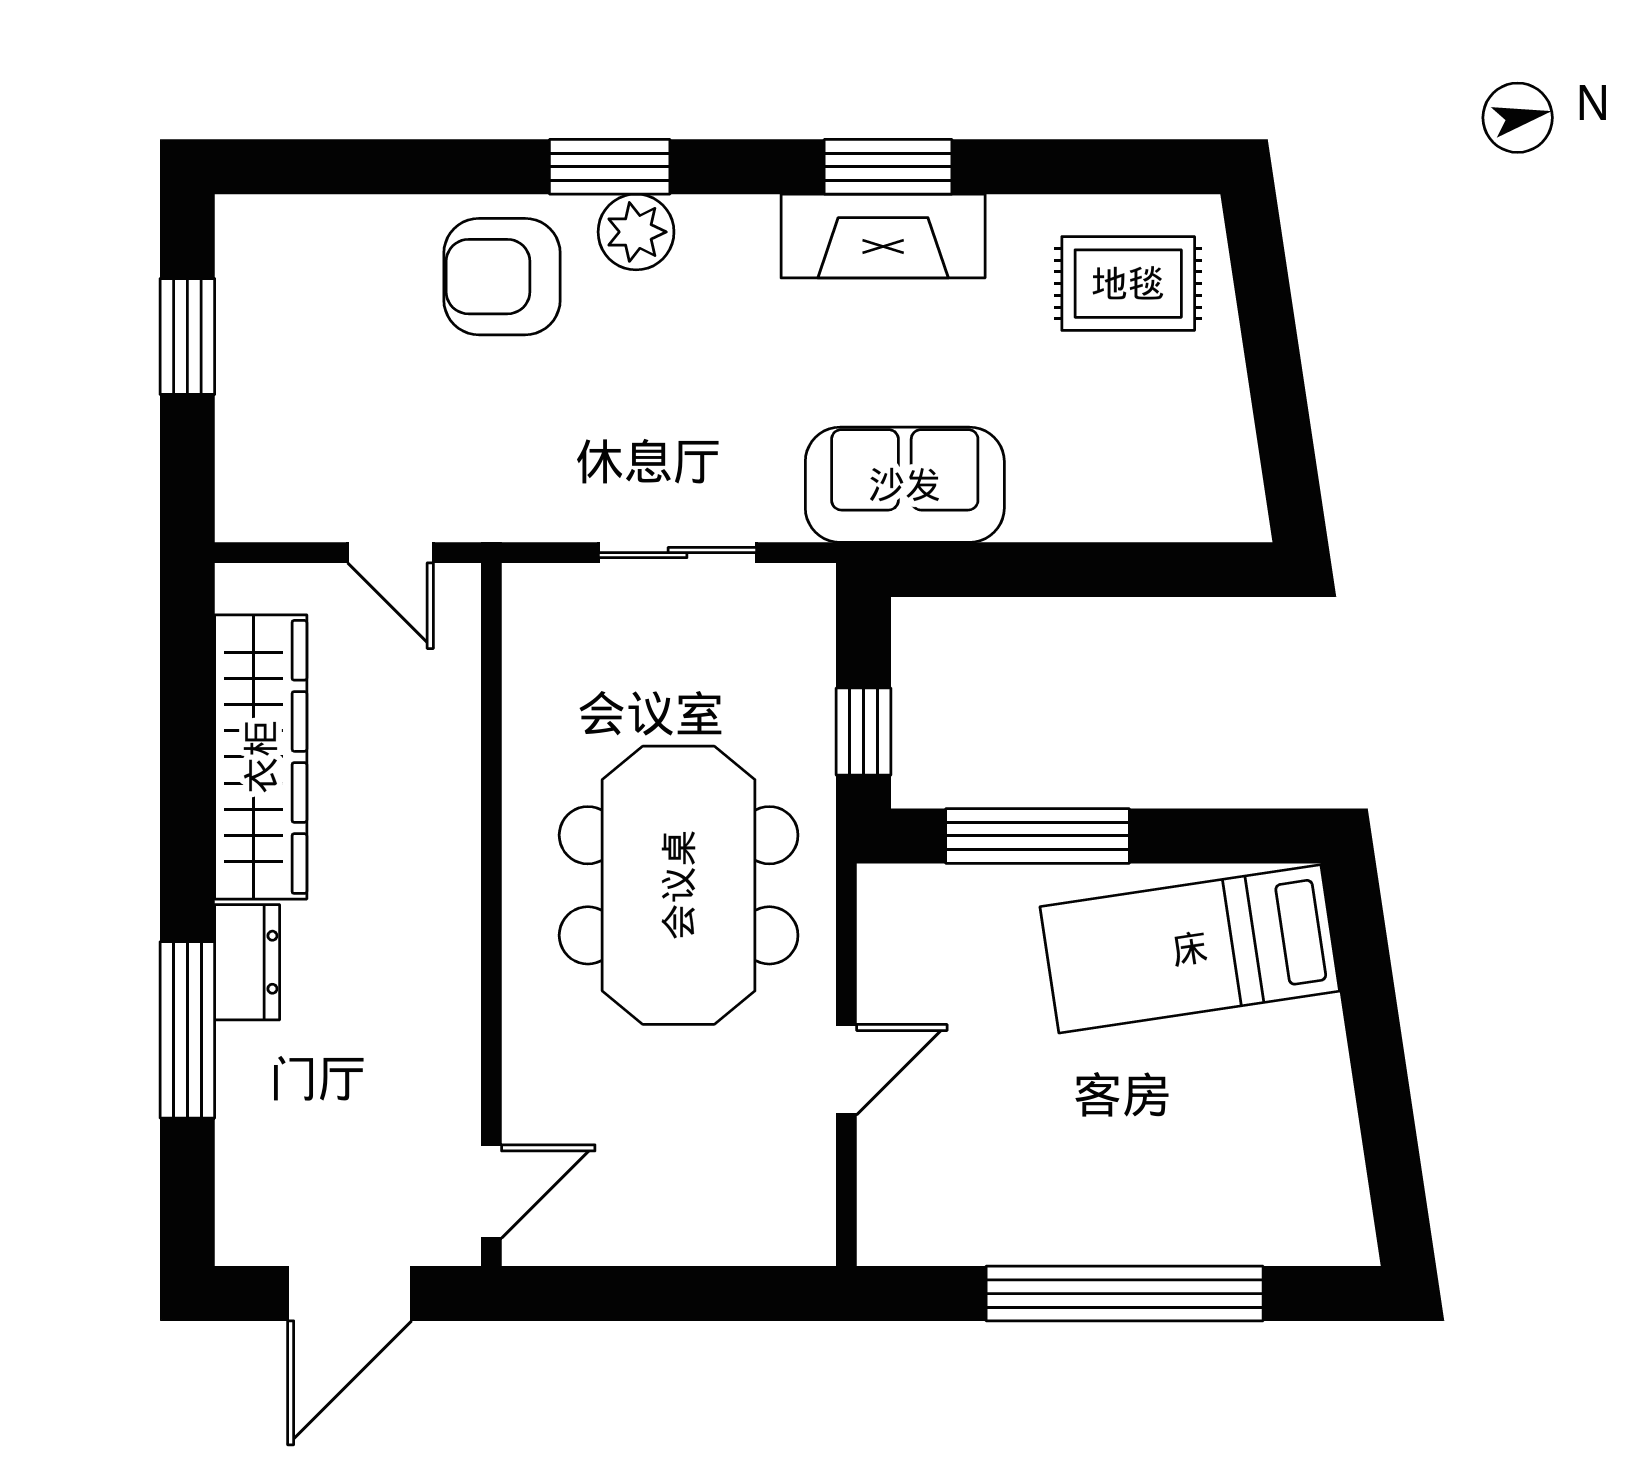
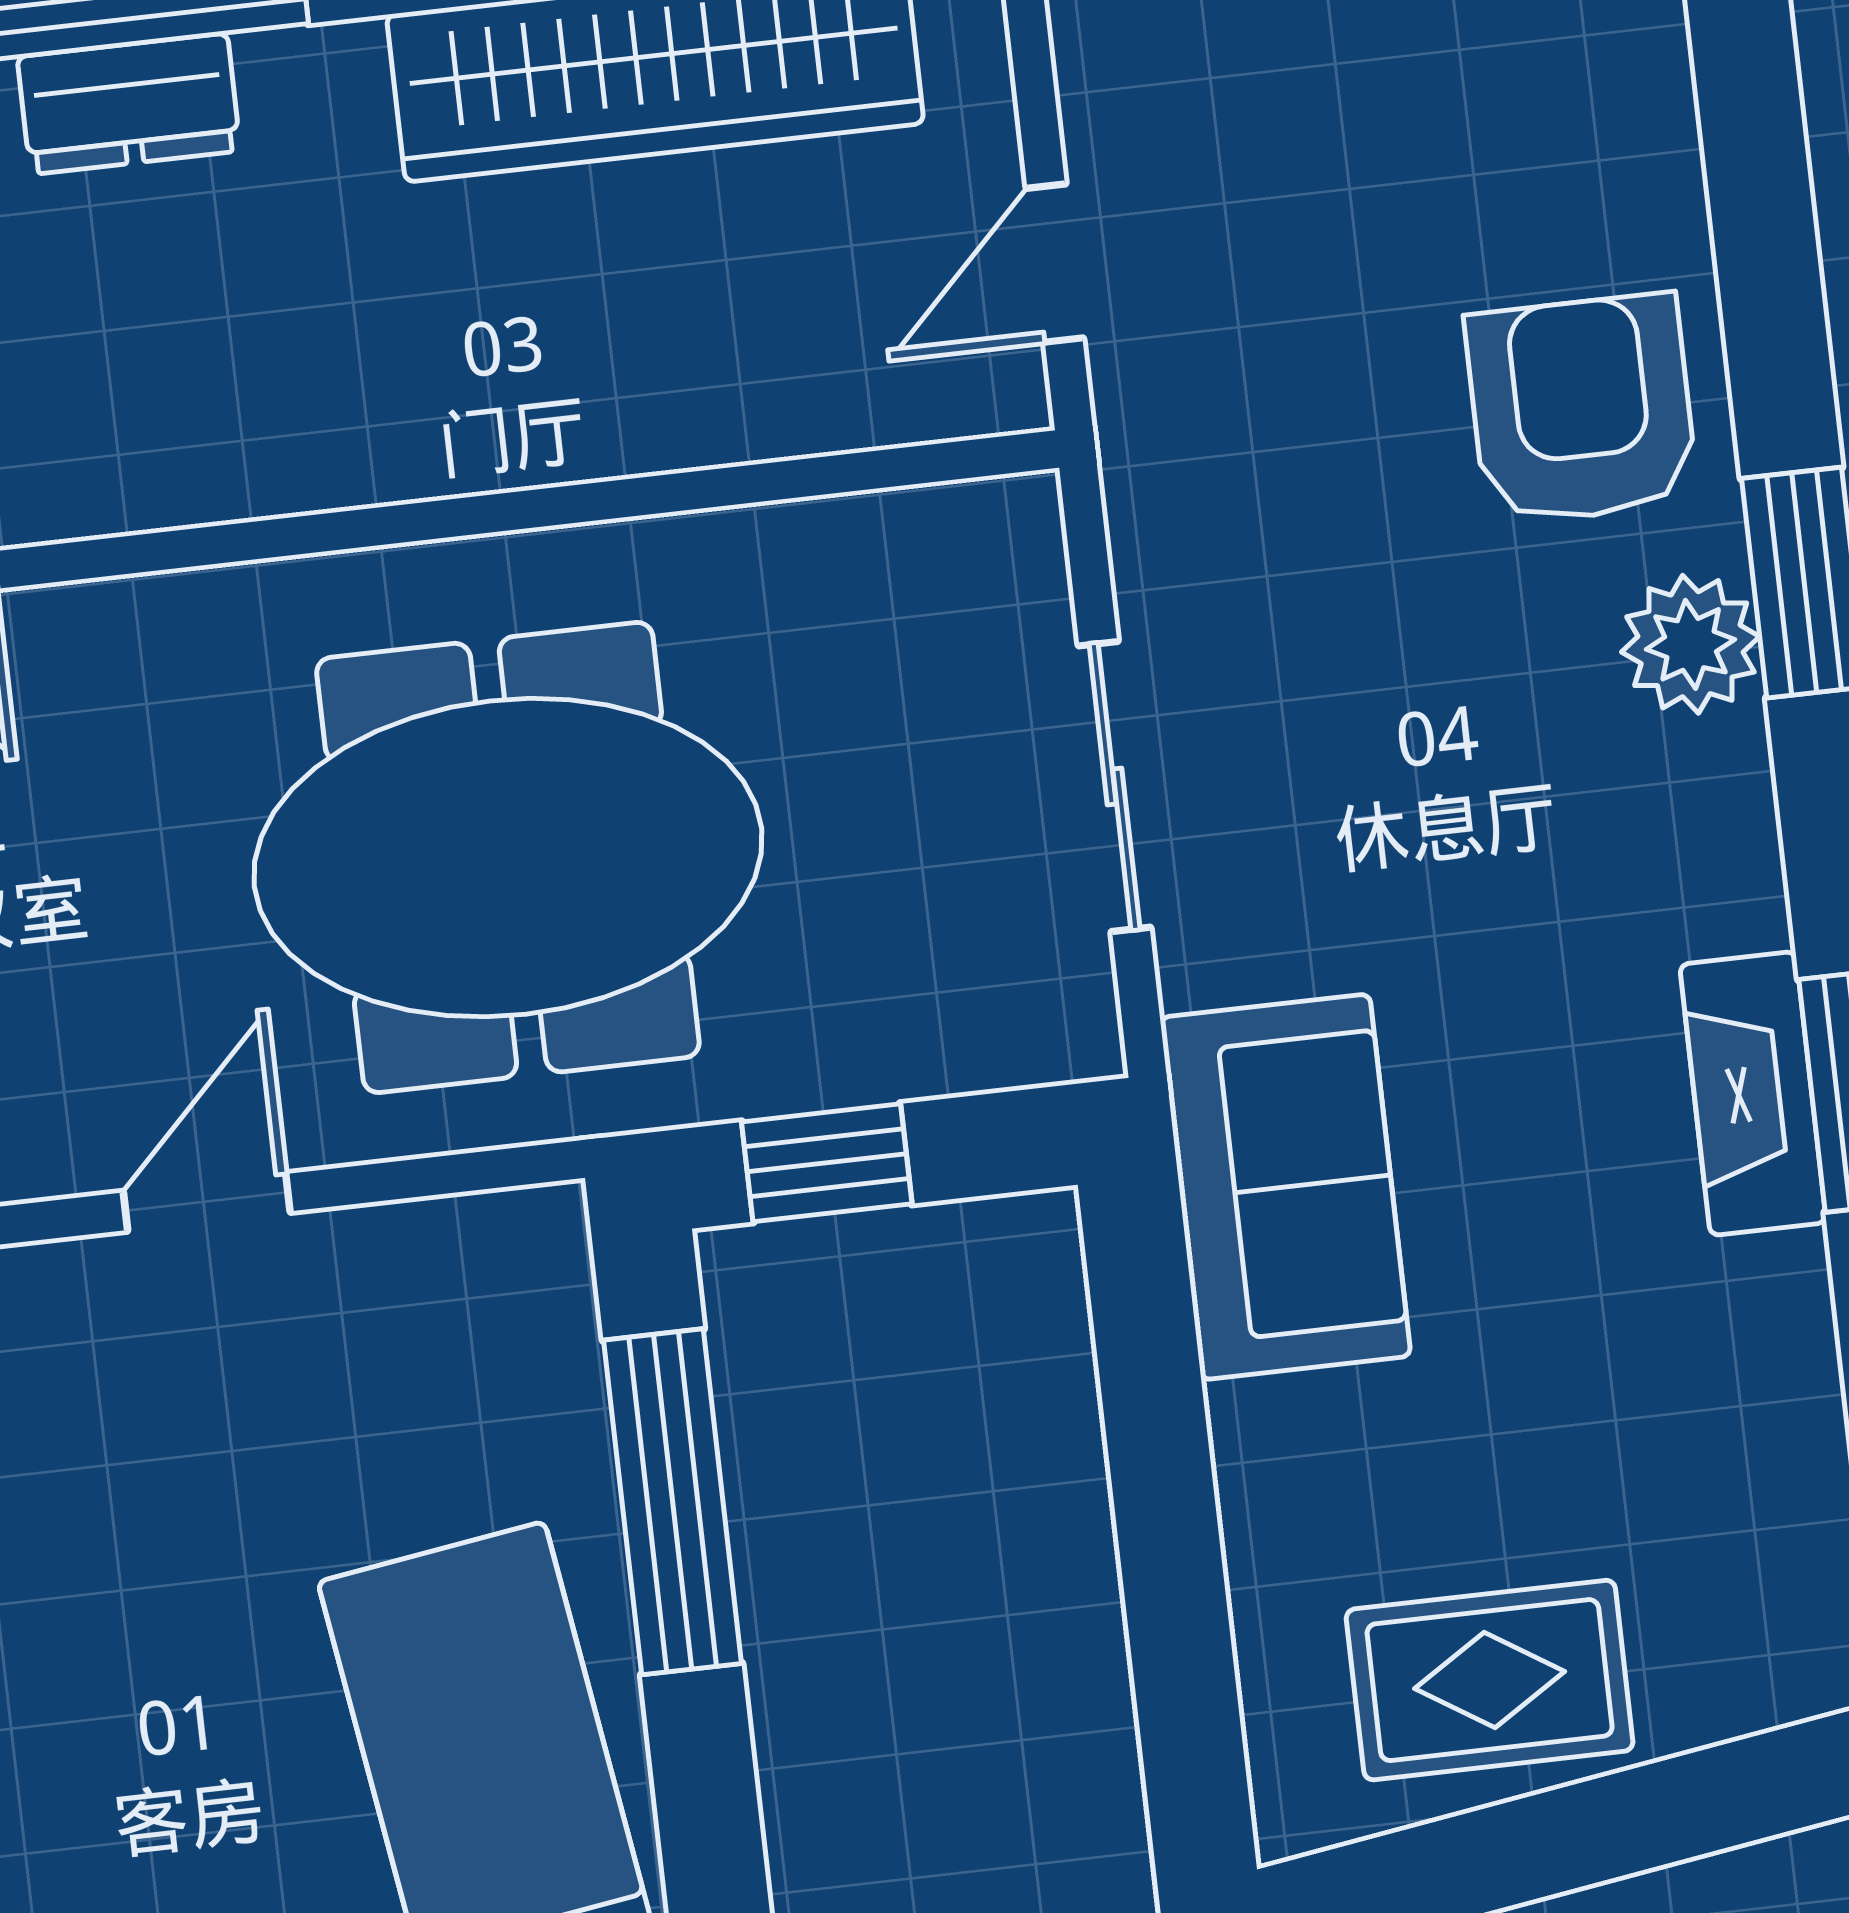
fireplace: (883, 236) -> (1753, 1094), width x0.73, depth x0.76
rug: (1128, 284) -> (1490, 1680), moved, turned 90
dresser: (247, 962) -> (129, 104), moved
door: (846, 1070) -> (207, 1202), swing flipped

